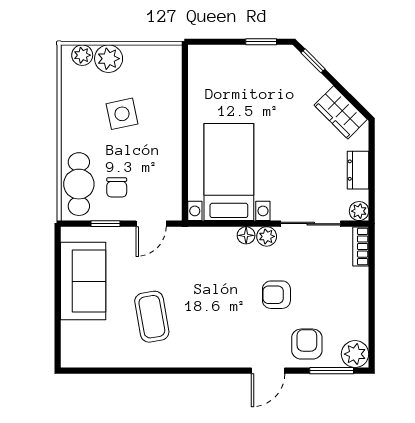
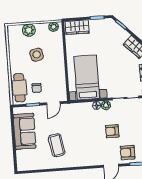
plant: (82, 55) -> (54, 27), moved
wardrobe: (216, 60) -> (77, 27), added
armchair: (307, 344) -> (128, 153), turned -90

